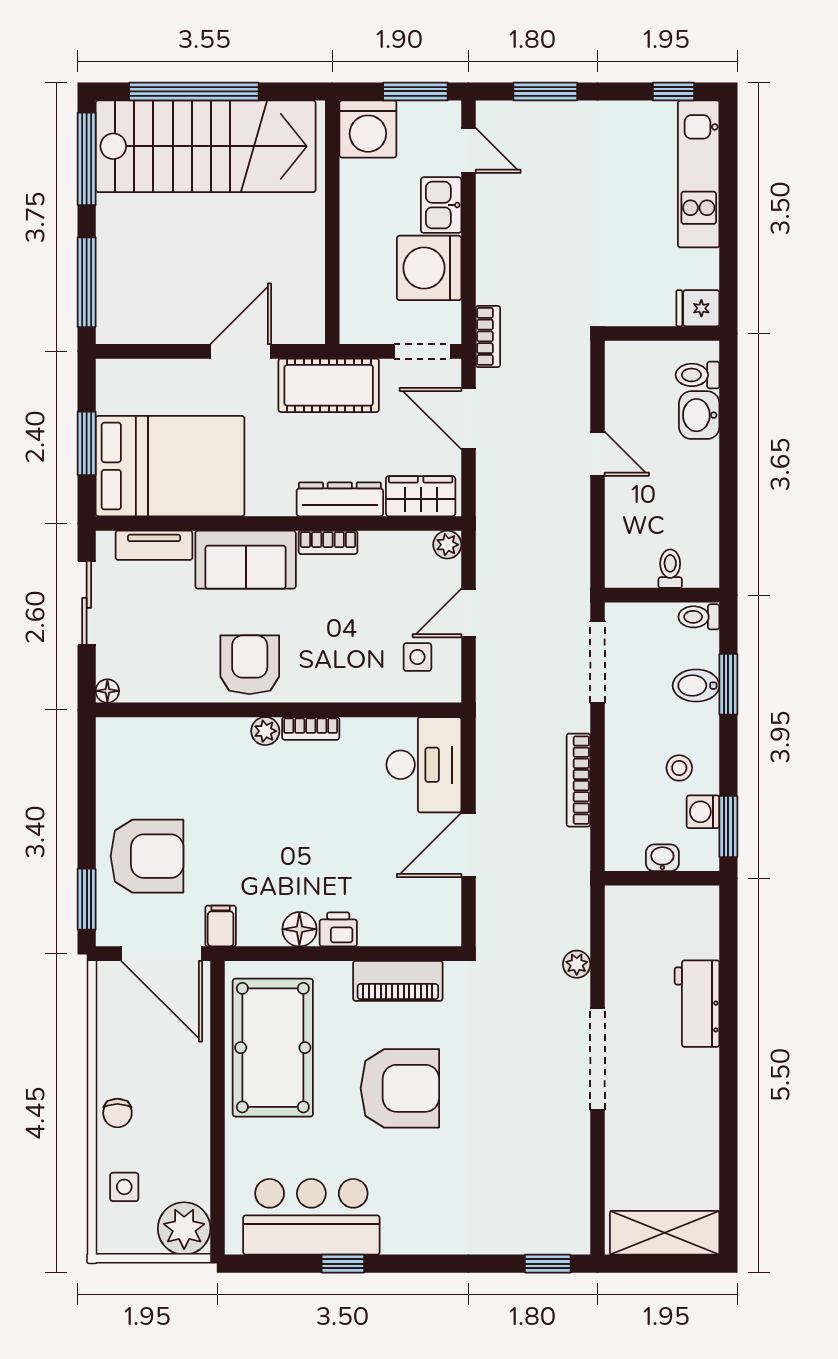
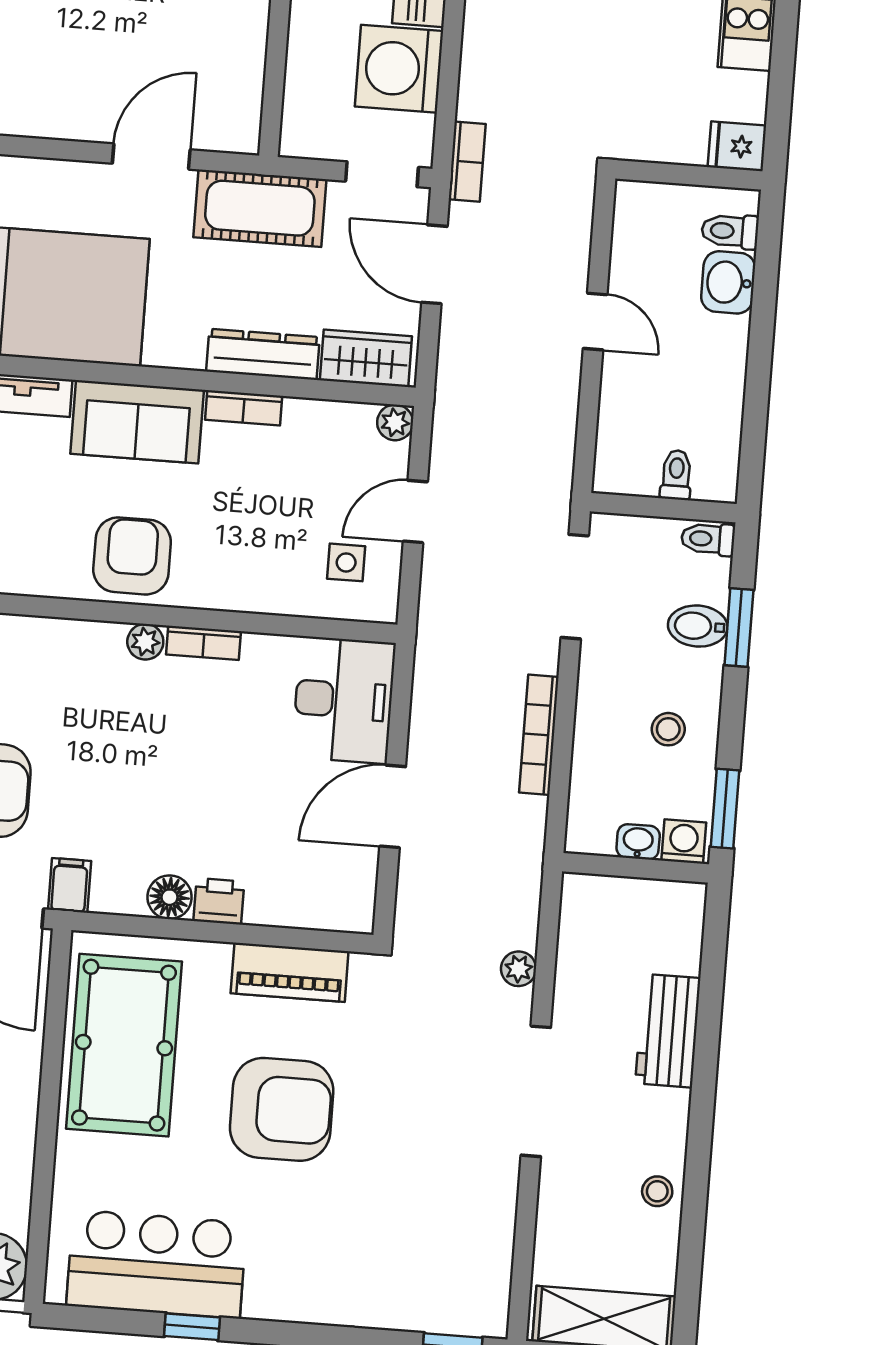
washing machine: (703, 812) -> (684, 841), moved, turned 90
stool: (698, 1130) -> (657, 1191), added

